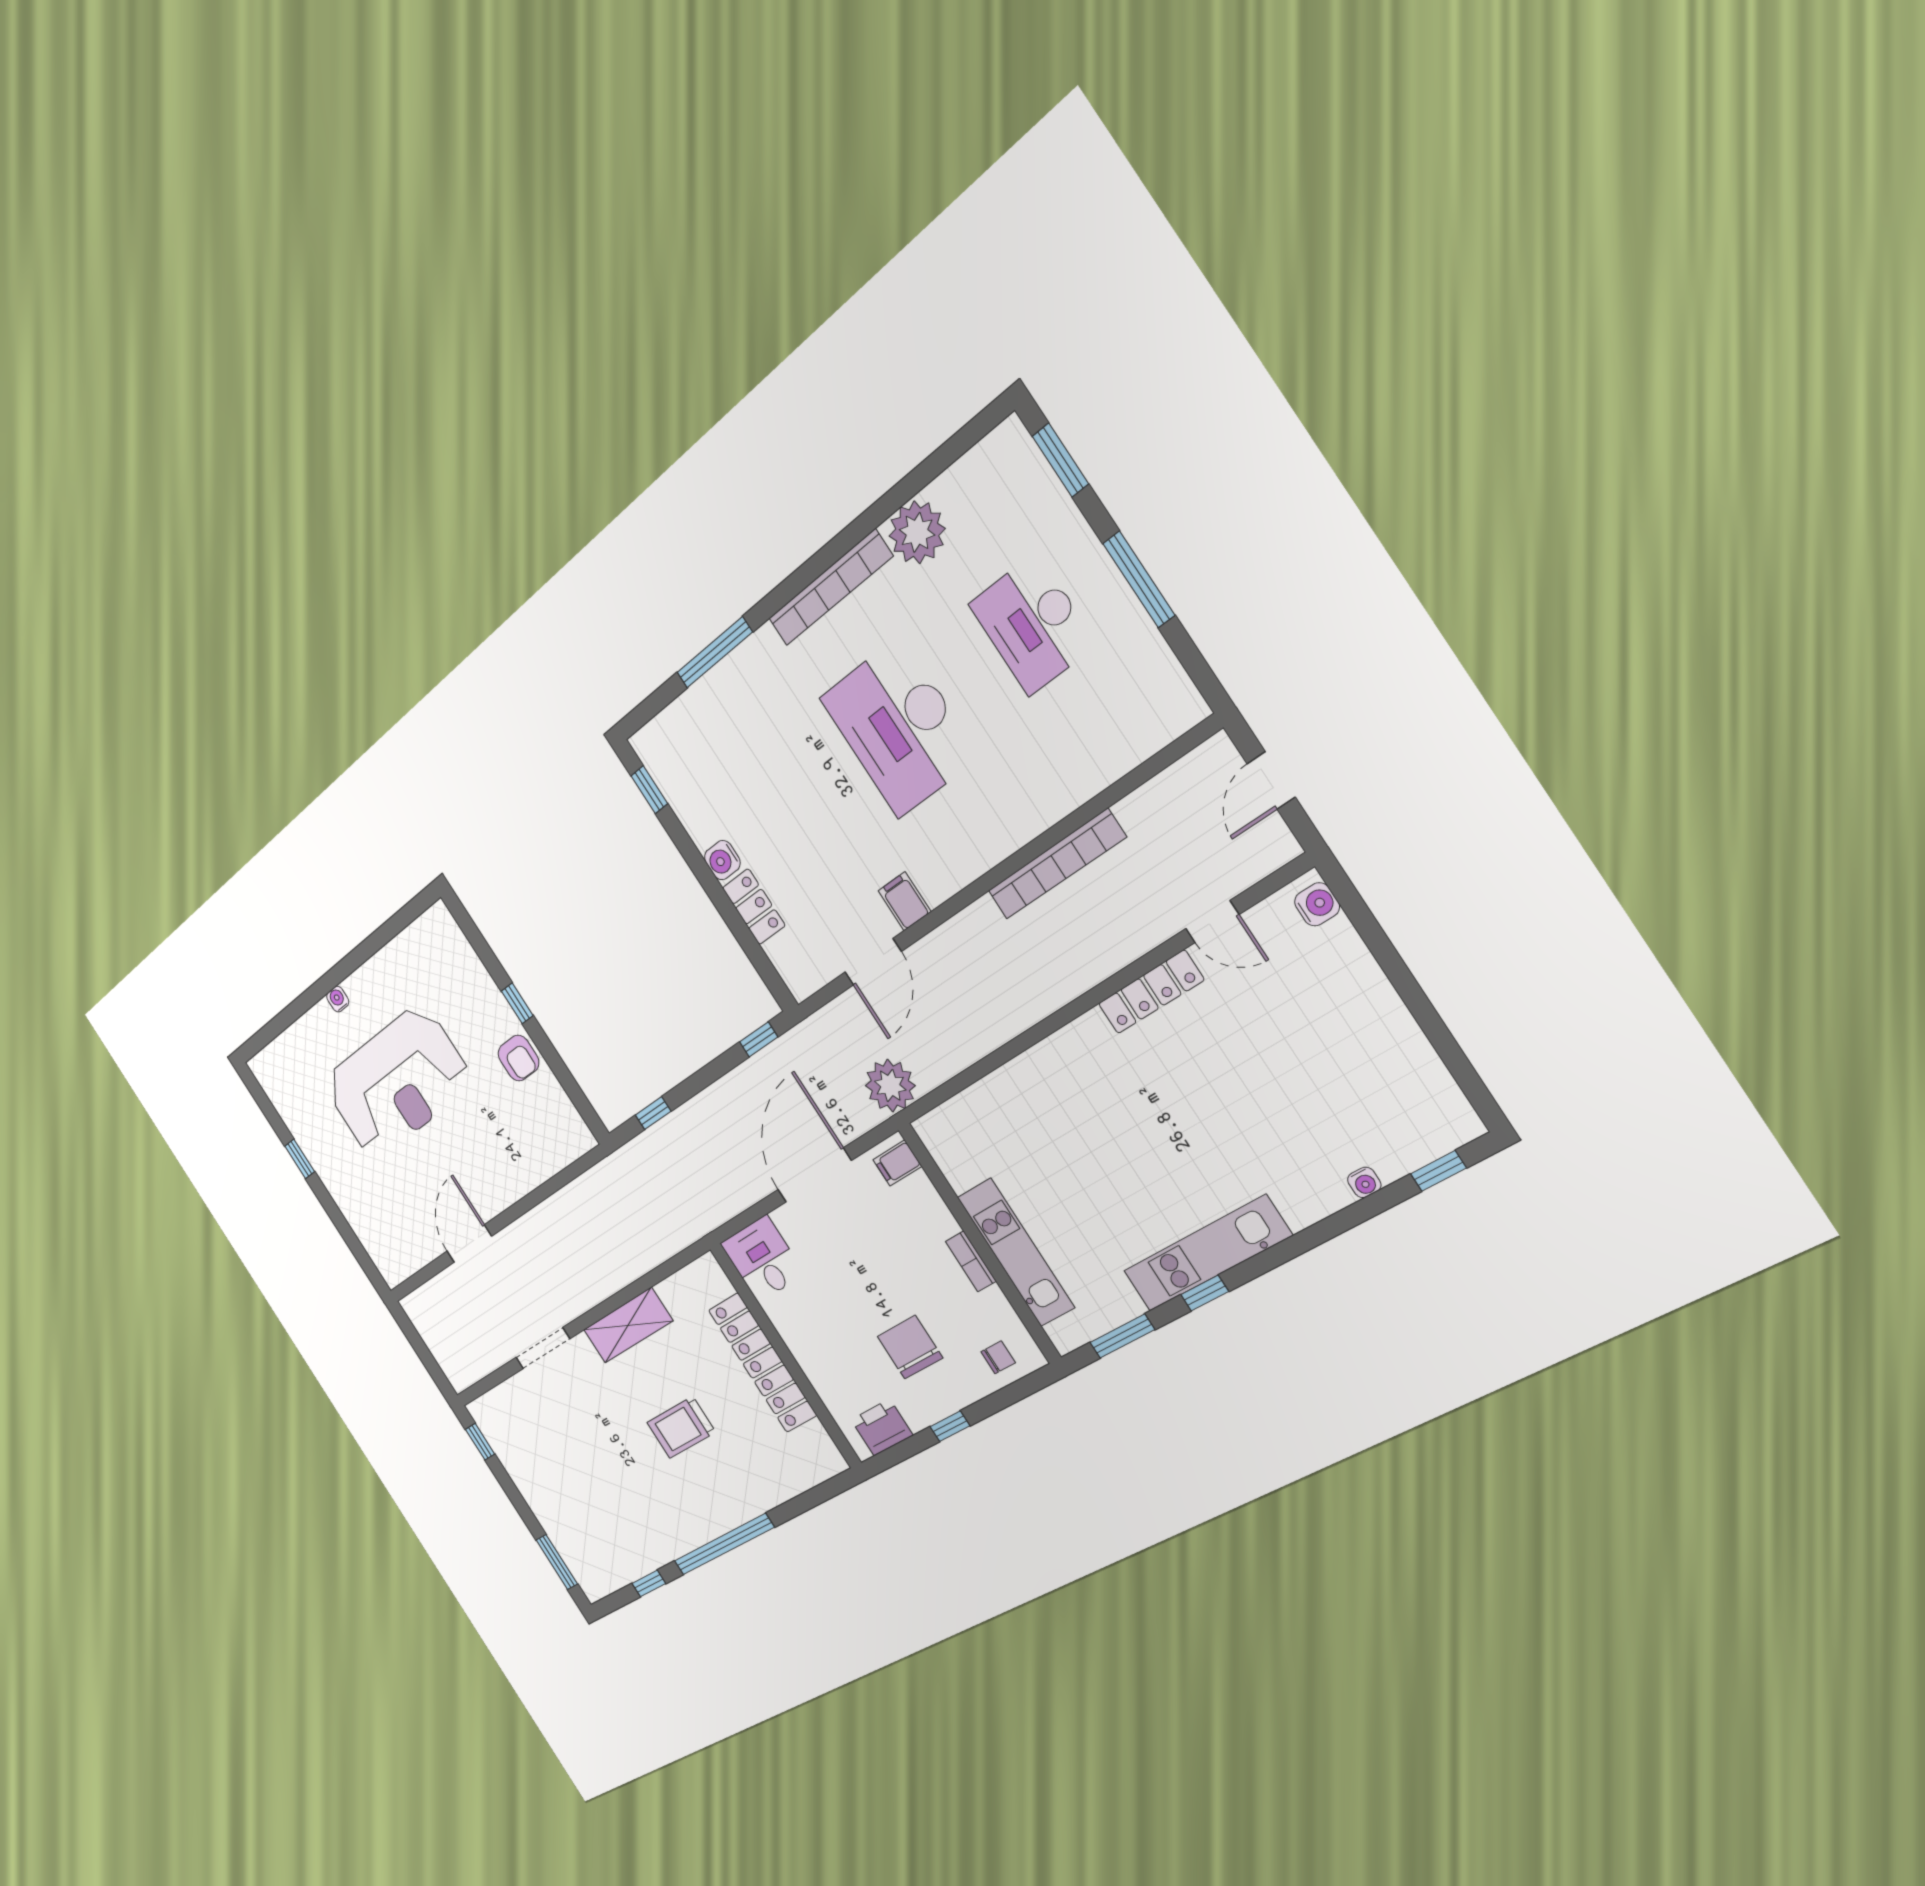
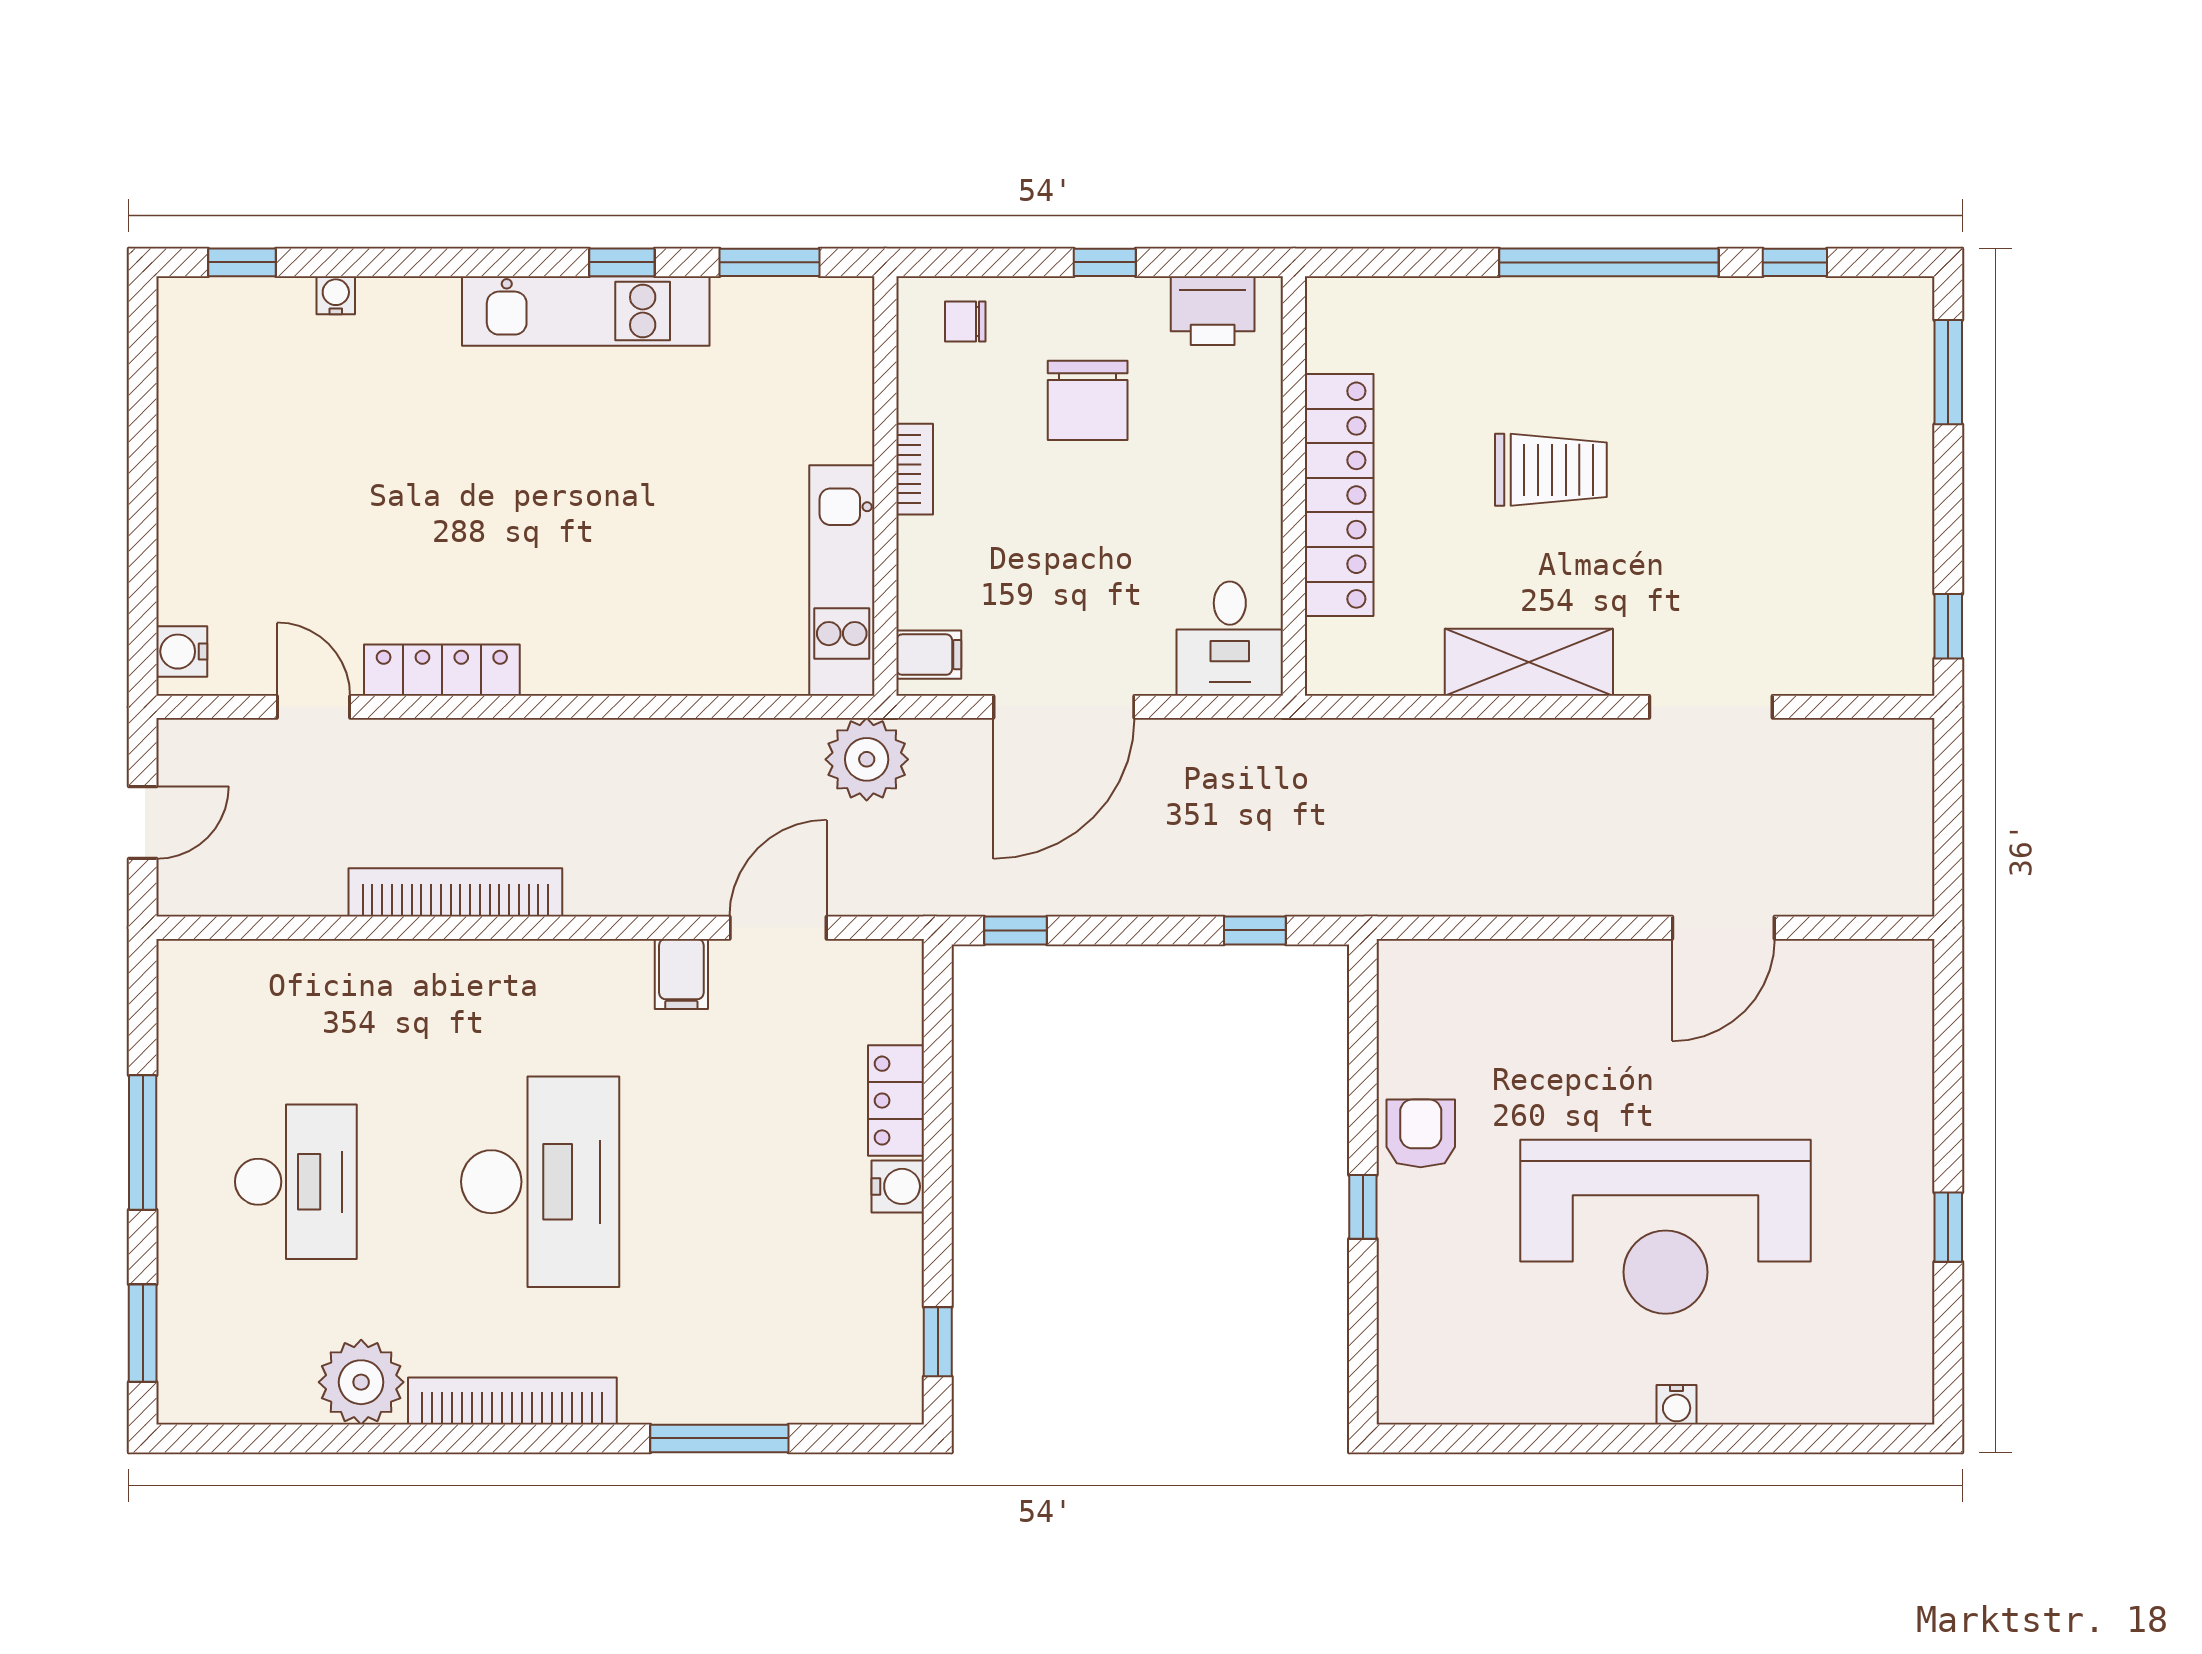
reception desk: (397, 1082) -> (1665, 1227), turned 180
kitchen unit: (1016, 1252) -> (842, 581), moved

